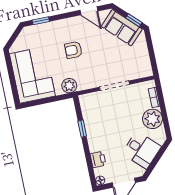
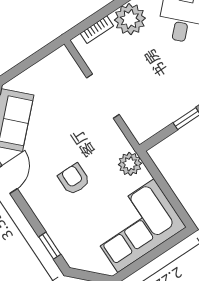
armchair: (73, 50) -> (74, 179), turned 180

